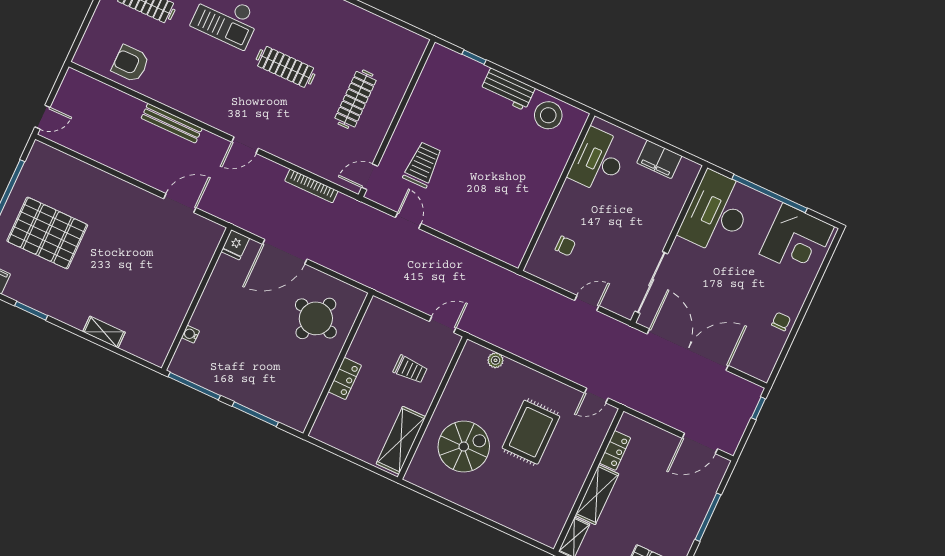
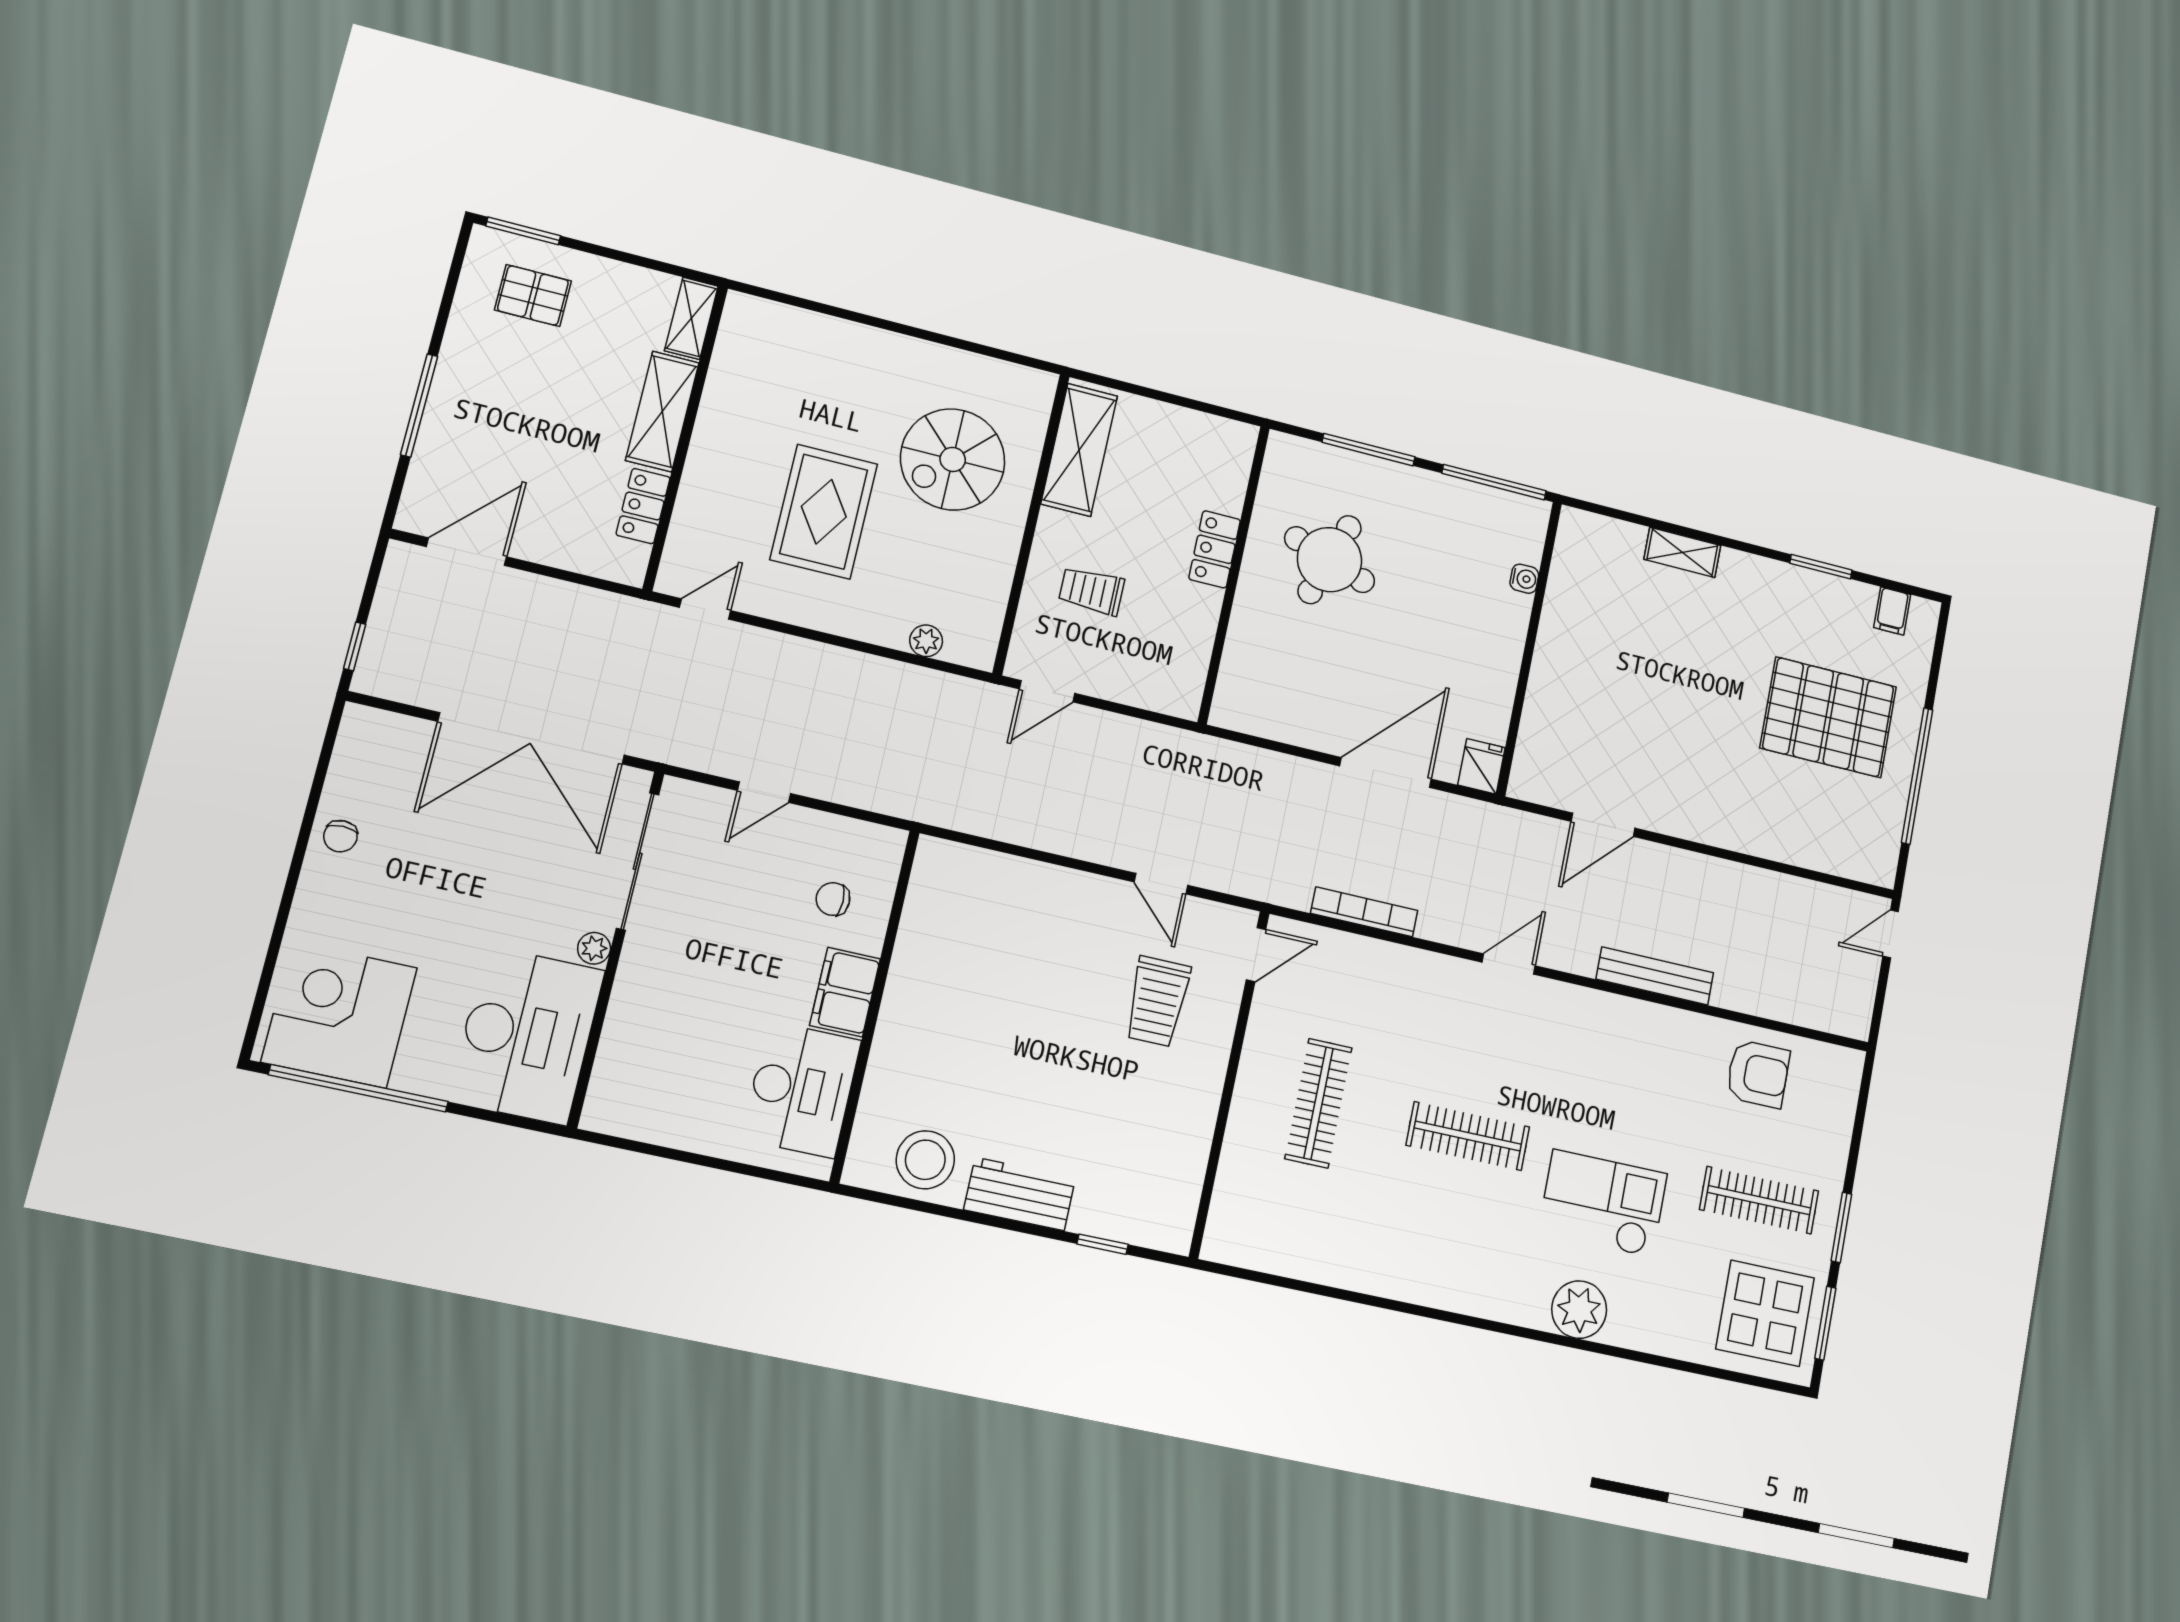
filing cabinet: (659, 159) -> (845, 992), moved, turned -90
window: (770, 194) -> (359, 1088), moved
plant: (679, 246) -> (594, 948), added
round table: (316, 318) -> (1330, 560), moved

